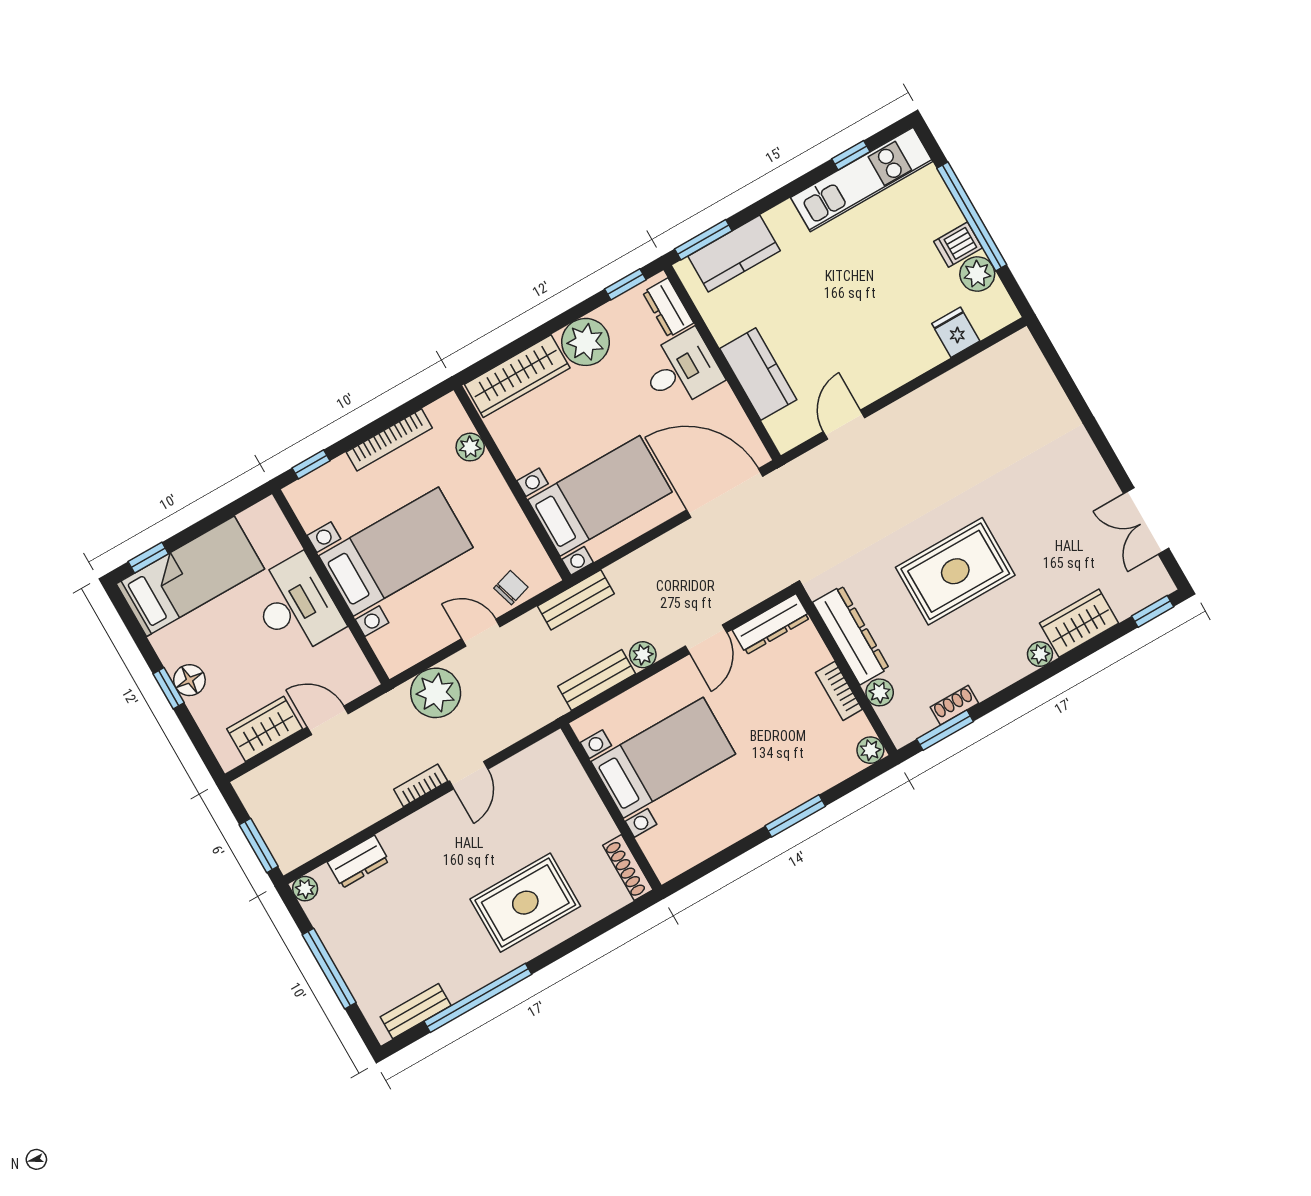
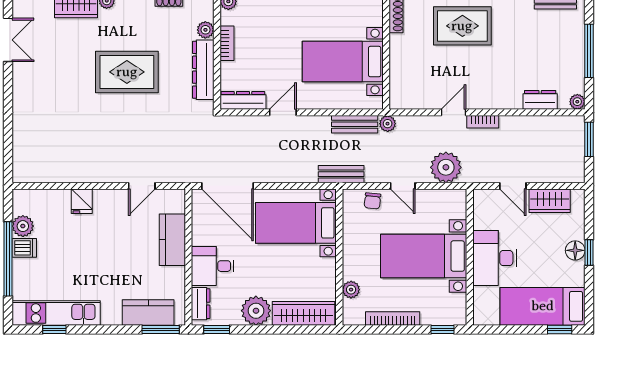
fridge: (956, 332) -> (82, 201), moved
chair: (511, 588) -> (372, 201), turned -67
plant: (643, 655) -> (388, 124), moved

